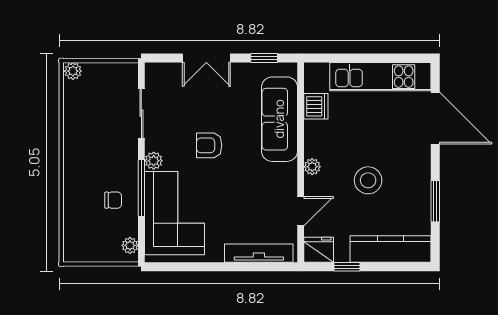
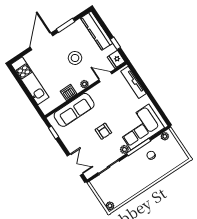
double door: (206, 58) -> (75, 165), moved
dishwasher: (316, 106) -> (69, 92), moved
door: (435, 118) -> (41, 41), moved

